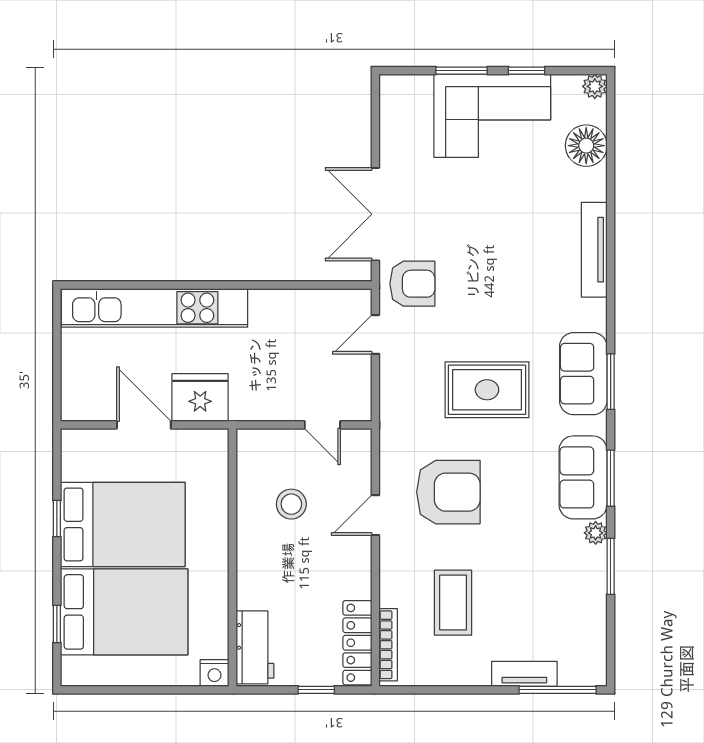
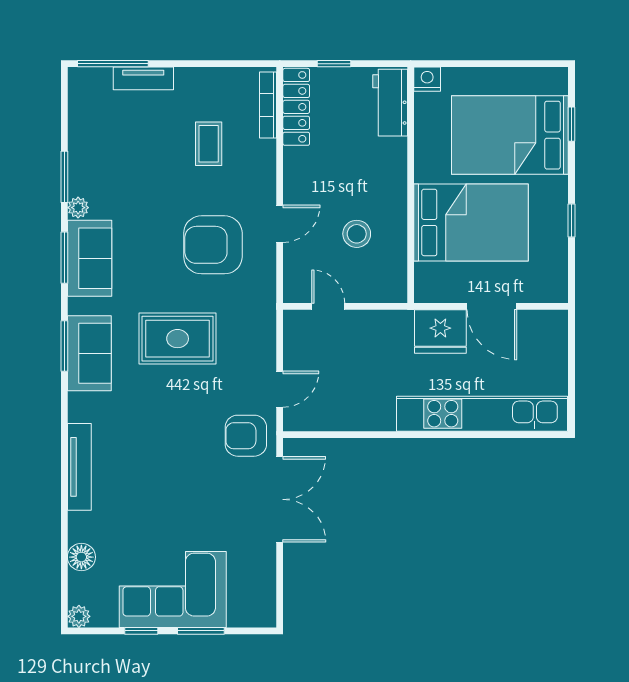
floor lamp: (586, 146) -> (81, 557), width x0.73, depth x0.73
bed: (123, 524) -> (471, 222), moved, turned 180
coffee table: (453, 603) -> (209, 144), width x0.73, depth x0.77

